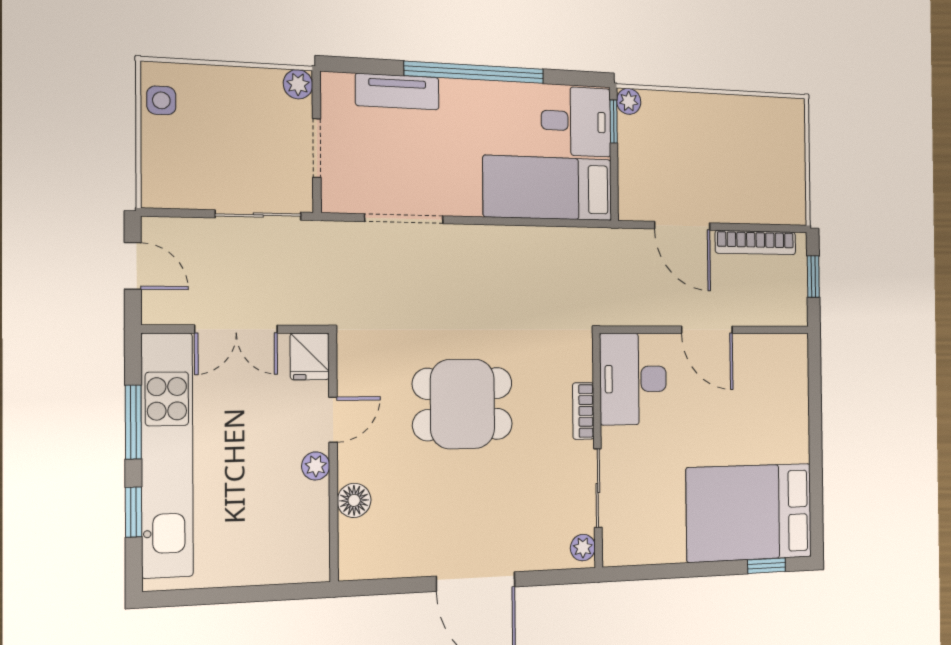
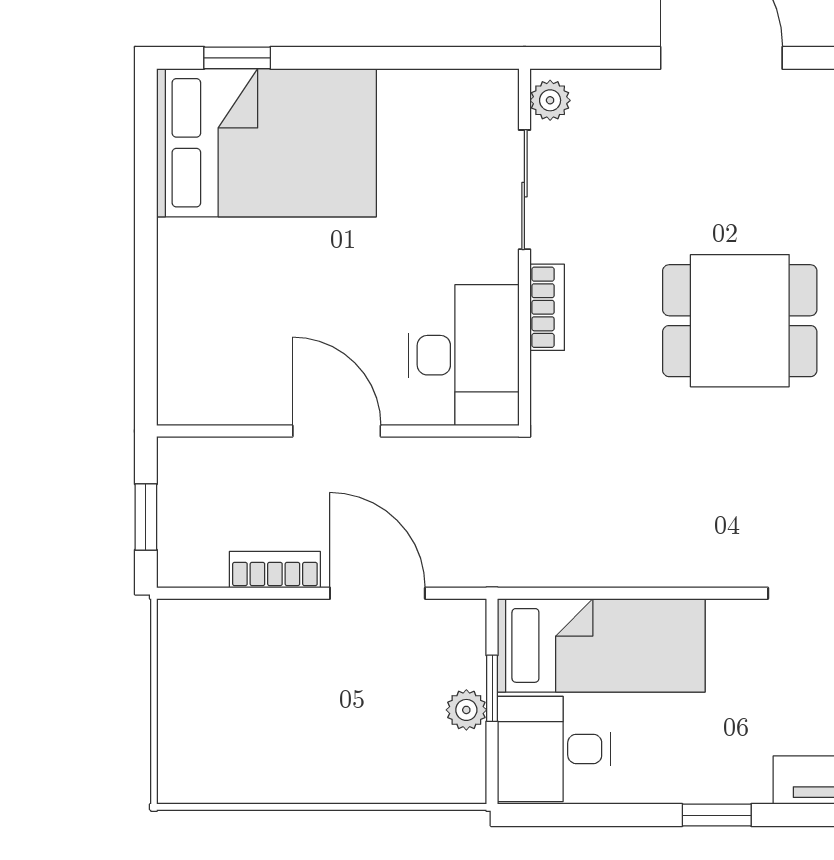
window: (475, 72) -> (717, 815), width x0.32
plant: (629, 101) -> (466, 710), moved
window: (614, 121) -> (492, 688), moved
bookcase: (756, 243) -> (275, 570), width x0.64

